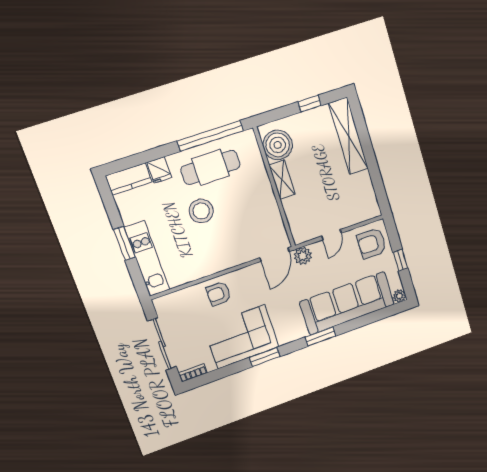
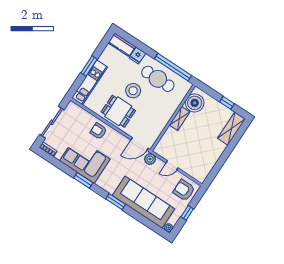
shelving: (348, 136) -> (231, 129), width x0.68
dining table: (213, 250) -> (118, 111), added

